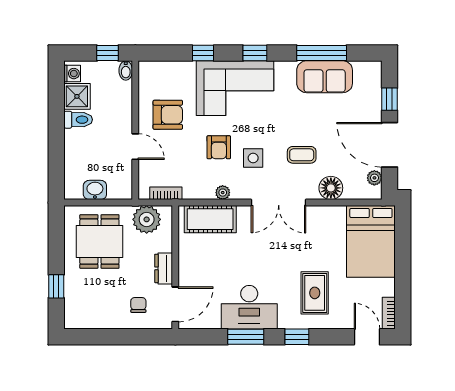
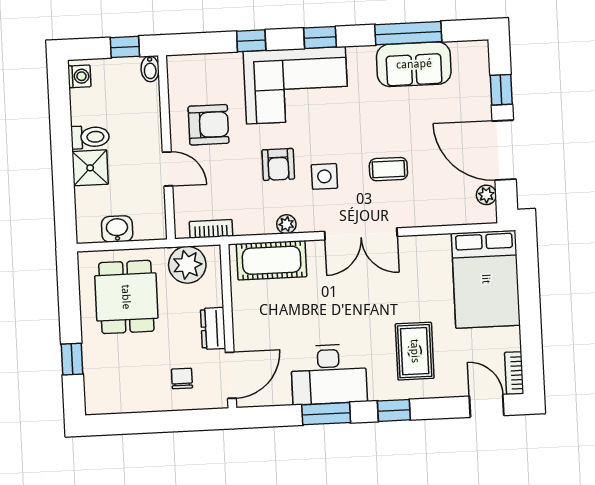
shower: (77, 96) -> (90, 168), moved
floor lamp: (331, 188) -> (429, 211), removed

